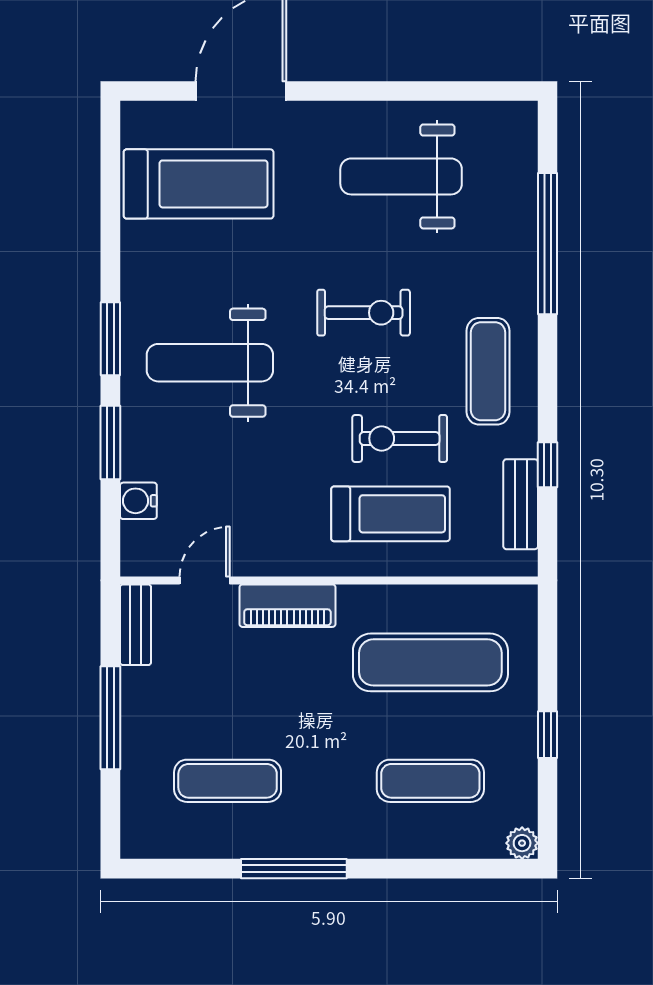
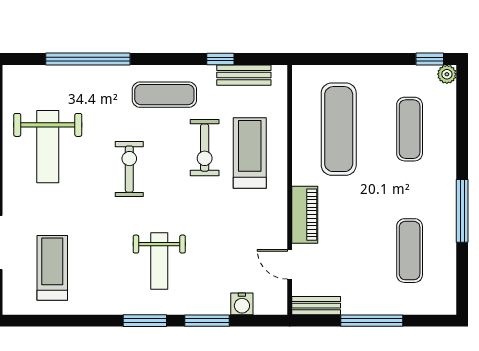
treadmill: (199, 184) -> (52, 268), width x0.73, depth x0.73
weight bench: (210, 363) -> (159, 261), width x0.73, depth x0.75
window: (548, 735) -> (430, 59), moved

